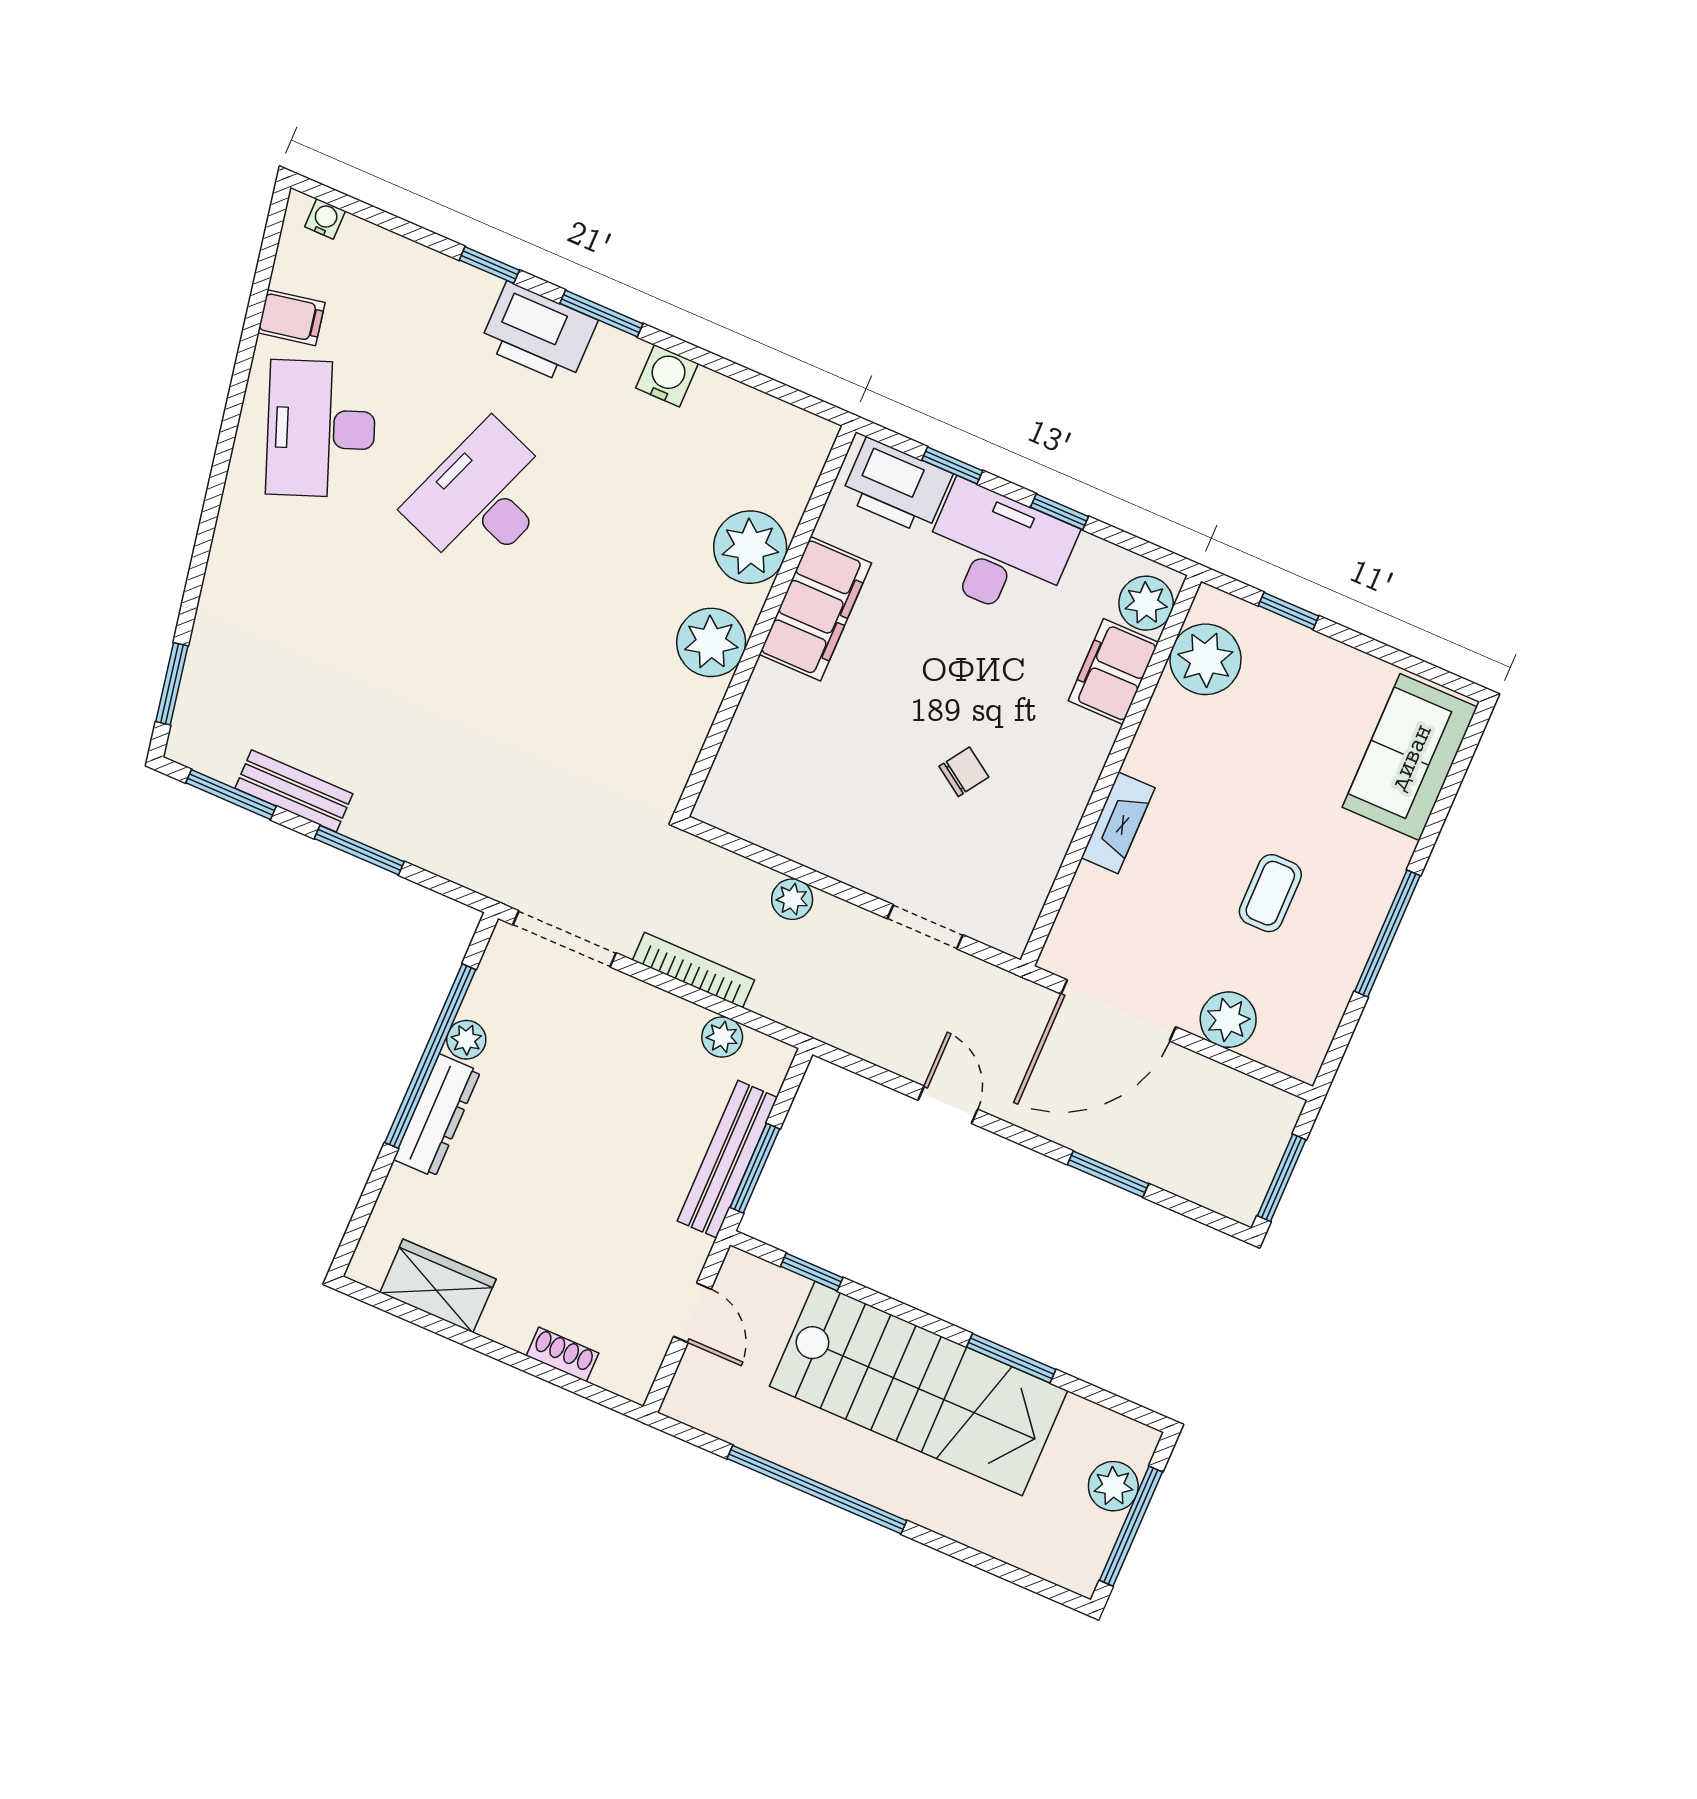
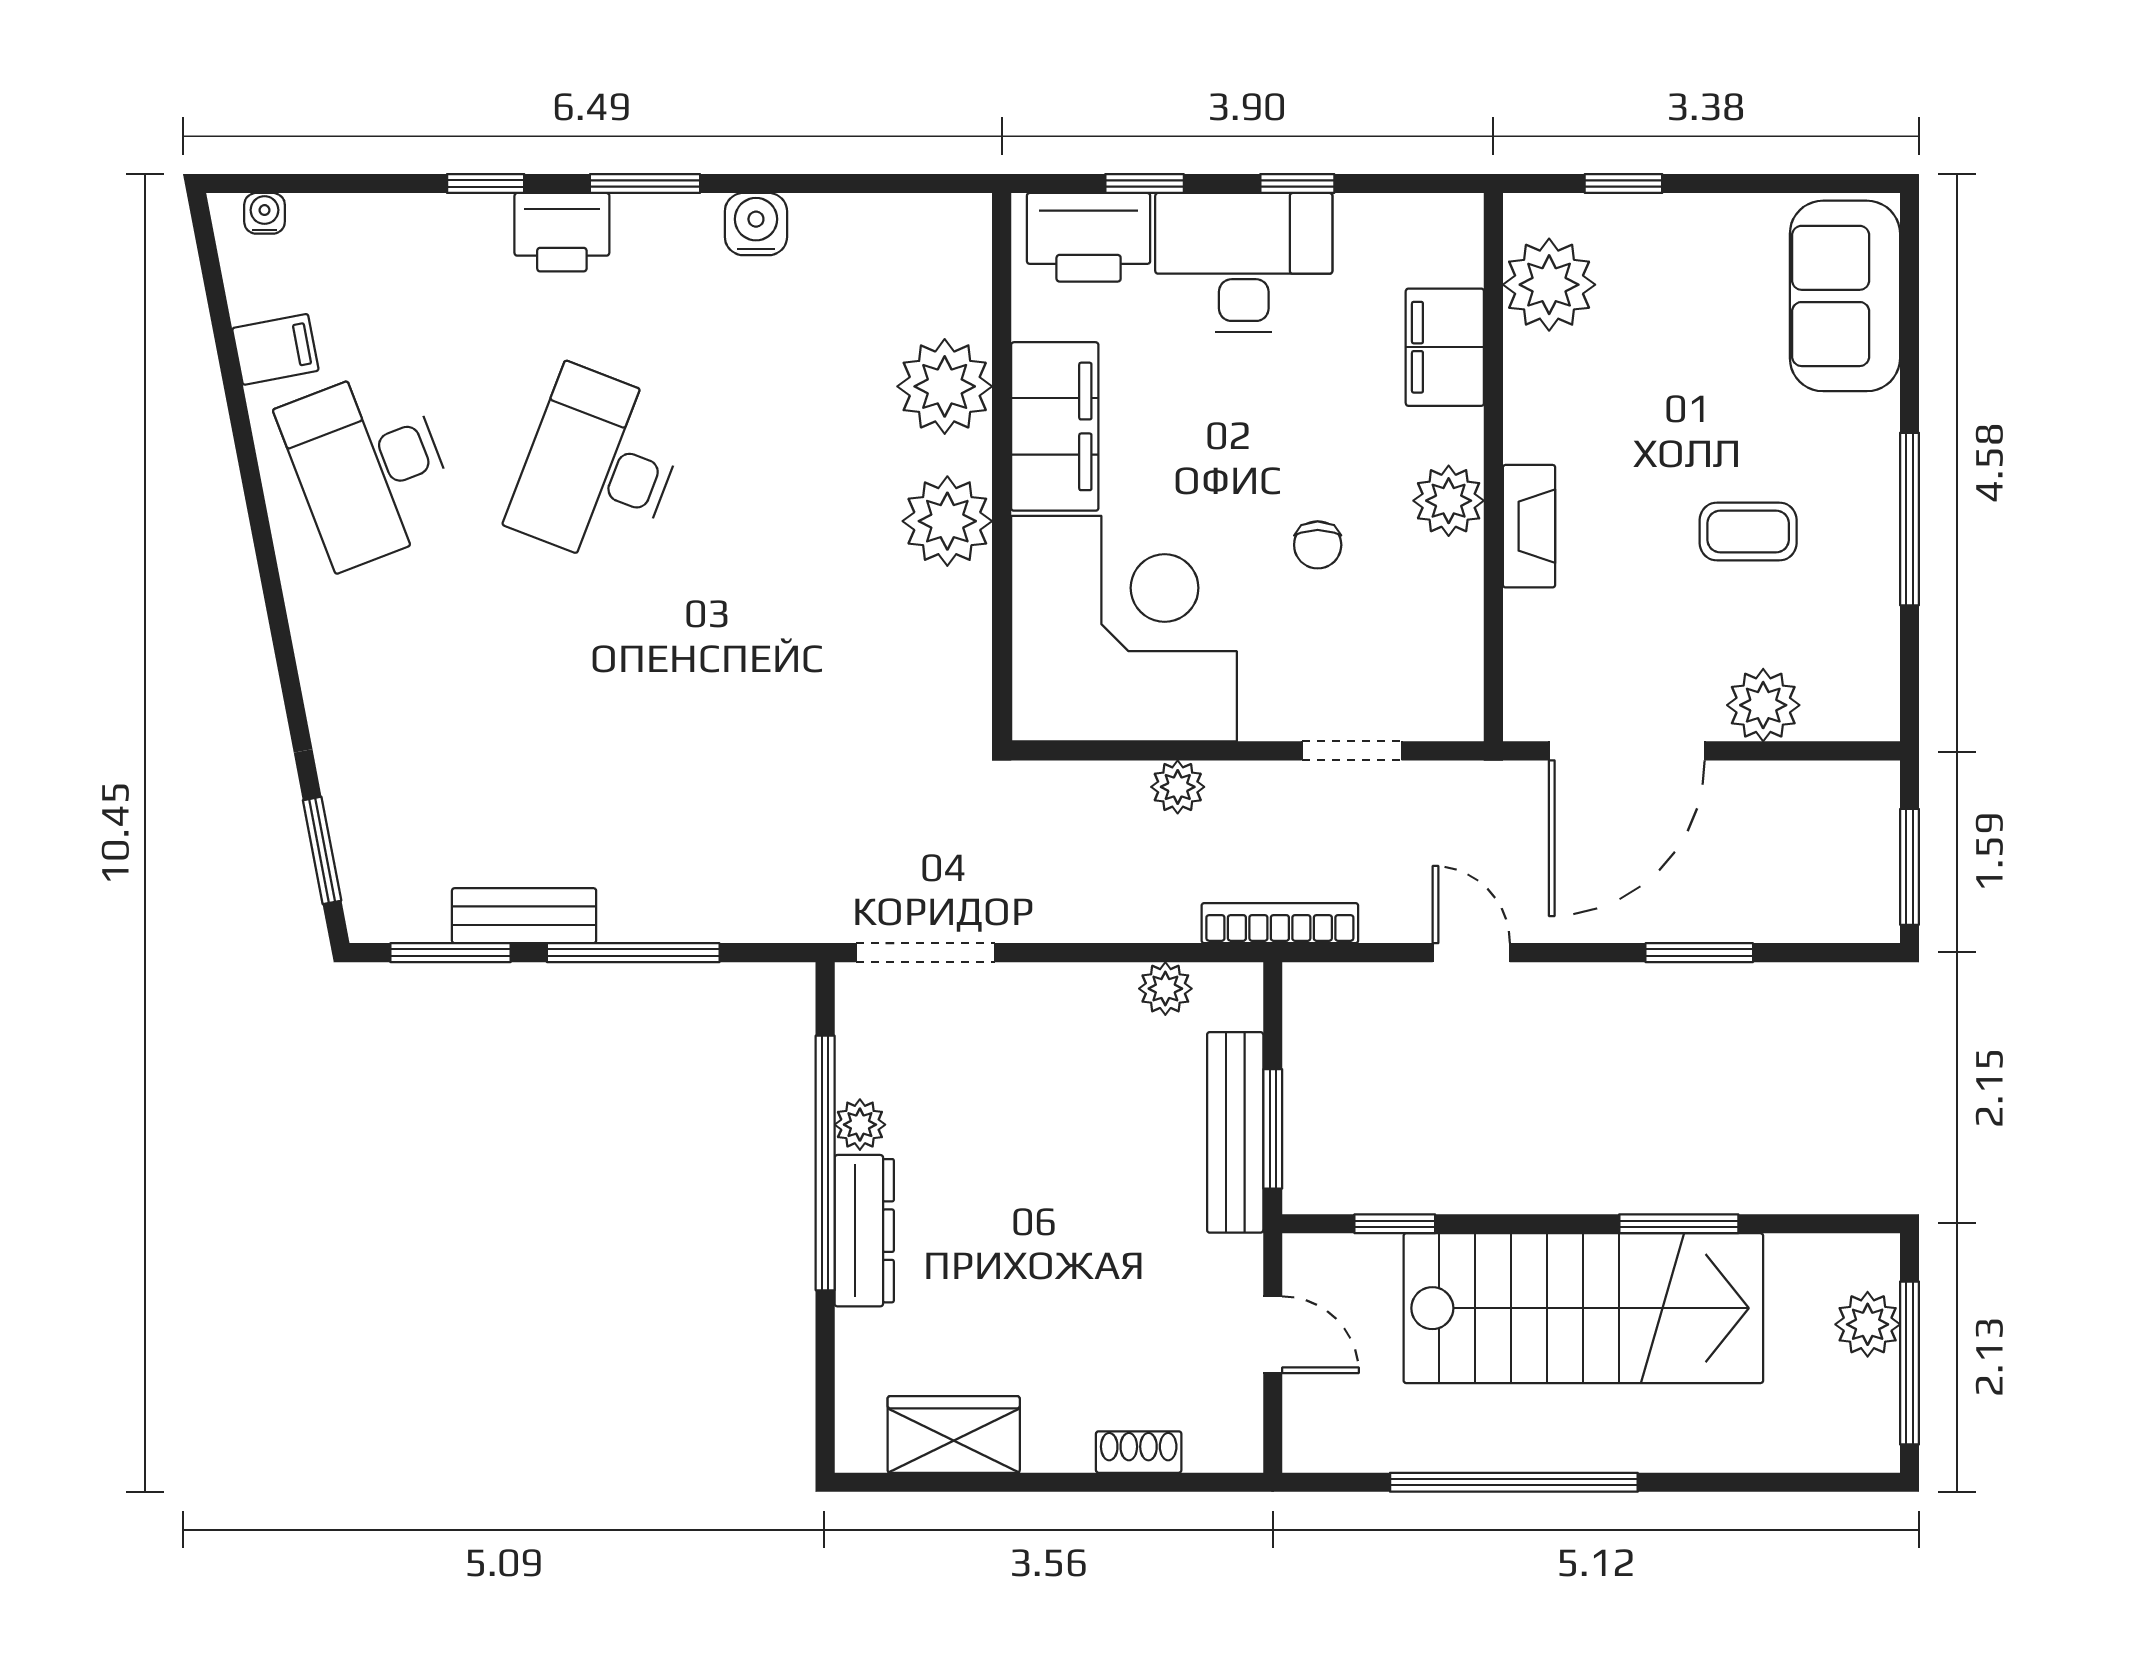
printer: (538, 333) -> (562, 232), width x0.73, depth x0.84
plant: (1146, 603) -> (1449, 501), moved
corner desk: (802, 772) -> (1124, 629), added
chair: (964, 772) -> (1318, 545), turned 146
window: (359, 850) -> (633, 953), width x1.44
coffee table: (1270, 893) -> (1748, 531), turned 90
bookcase: (693, 970) -> (1280, 923), moved

